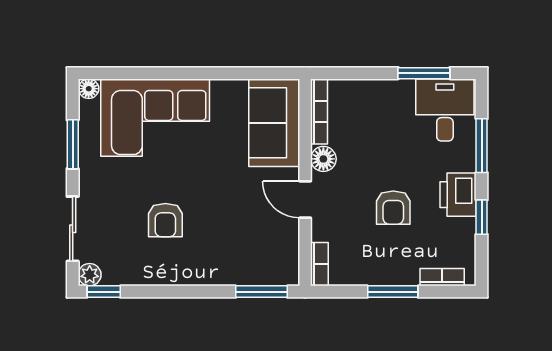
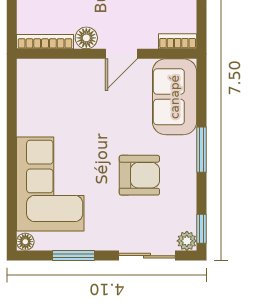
sofa: (274, 123) -> (175, 97), moved, turned 90
armchair: (165, 220) -> (139, 175), width x1.38, depth x1.38
window: (262, 292) -> (201, 150), moved

